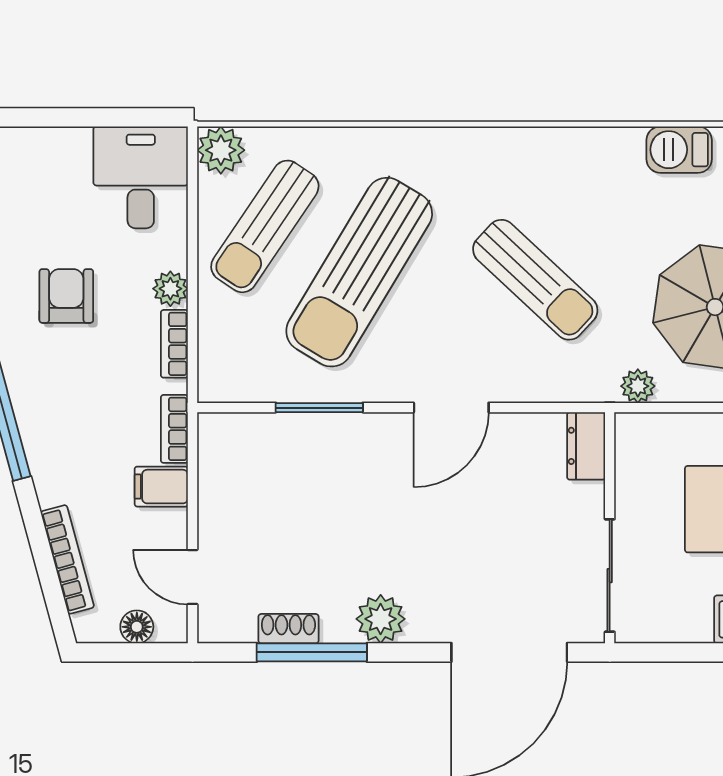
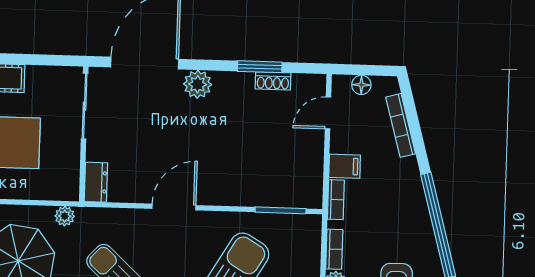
window: (319, 408) -> (281, 210), moved
door: (193, 577) -> (328, 113), swing flipped
plant: (381, 619) -> (198, 84), moved
window: (312, 652) -> (260, 67), width x0.69

